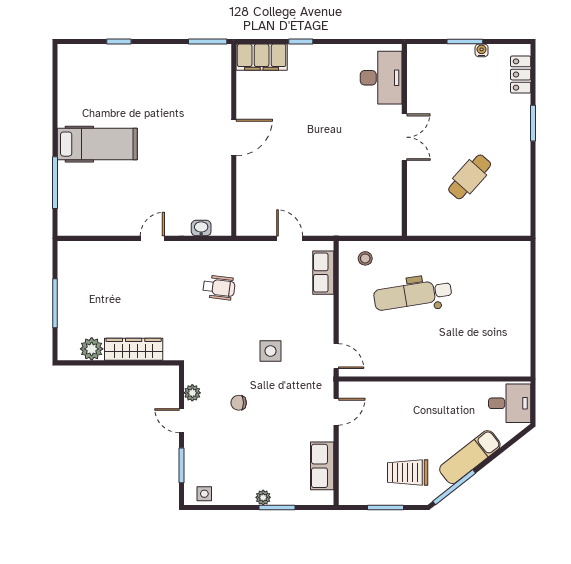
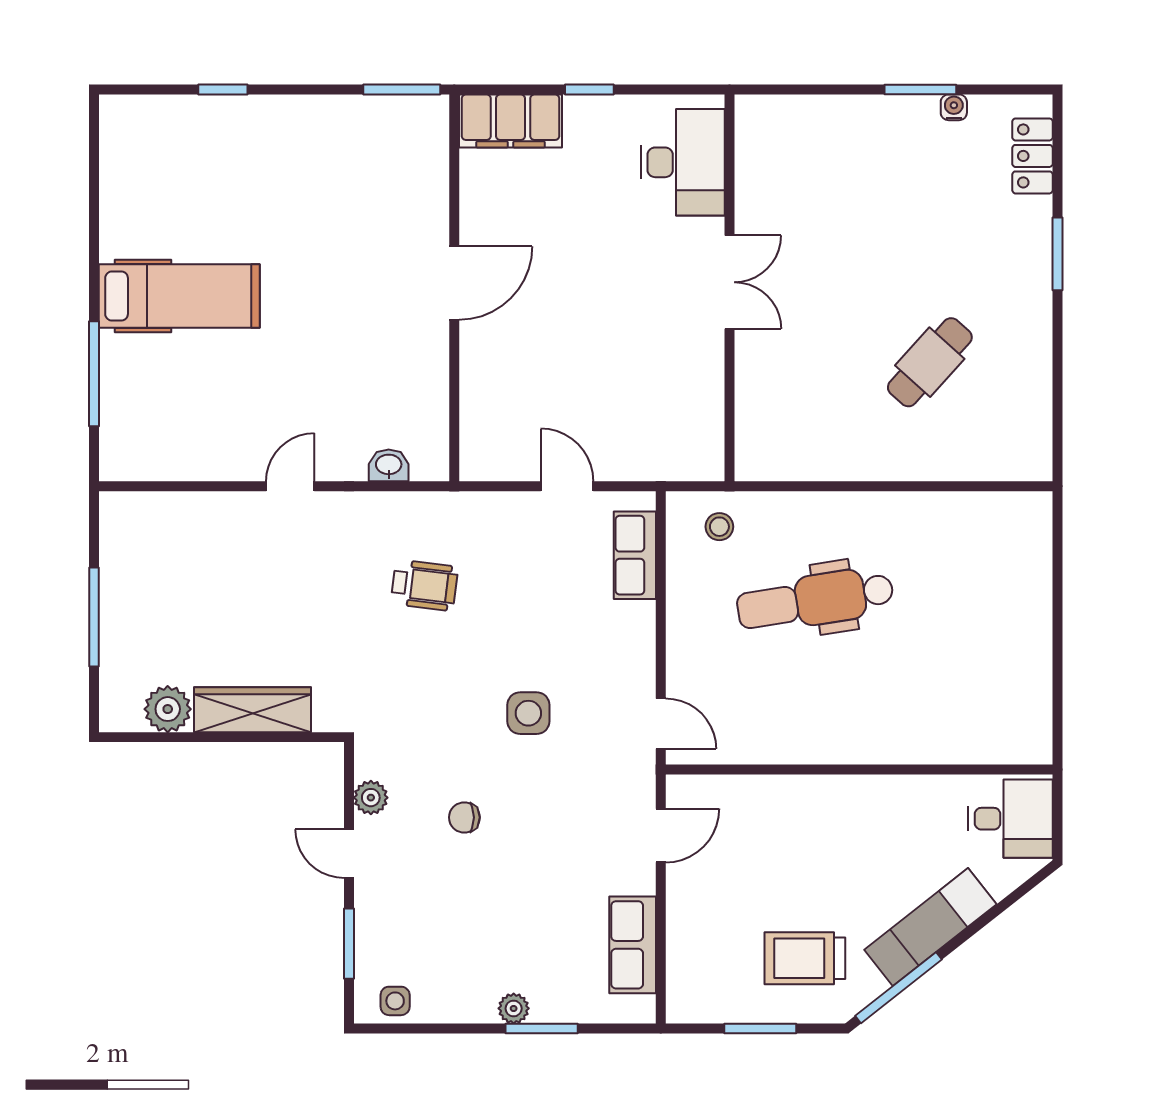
desk: (381, 78) -> (683, 162), moved
double door: (404, 137) -> (730, 282), moved
wall: (404, 140) -> (730, 288), moved

